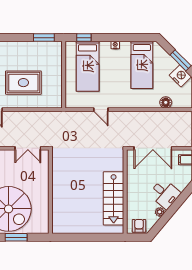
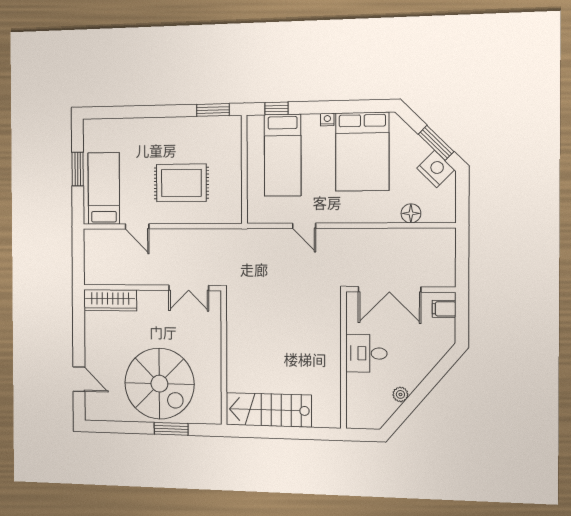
bed: (142, 65) -> (362, 152), width x1.50
desk: (165, 194) -> (366, 353), moved, turned 140
stairs: (114, 198) -> (269, 410), moved, turned 90
armchair: (139, 226) -> (366, 416), removed

